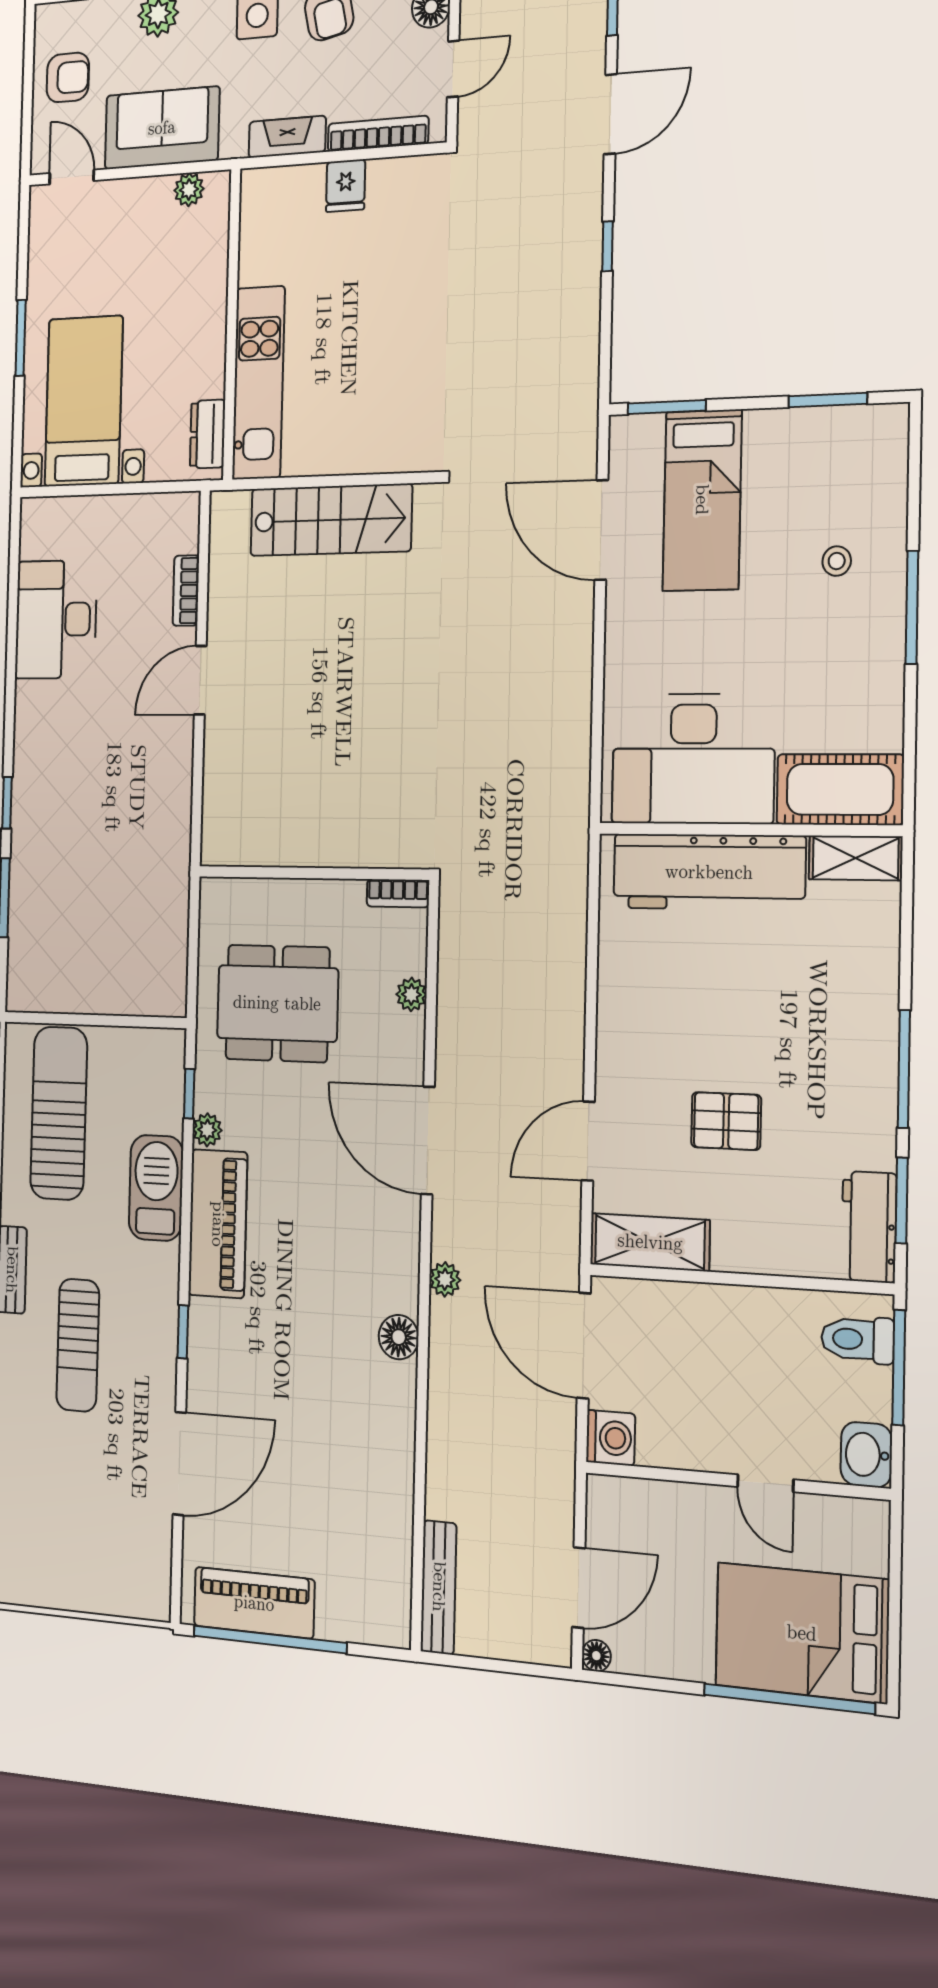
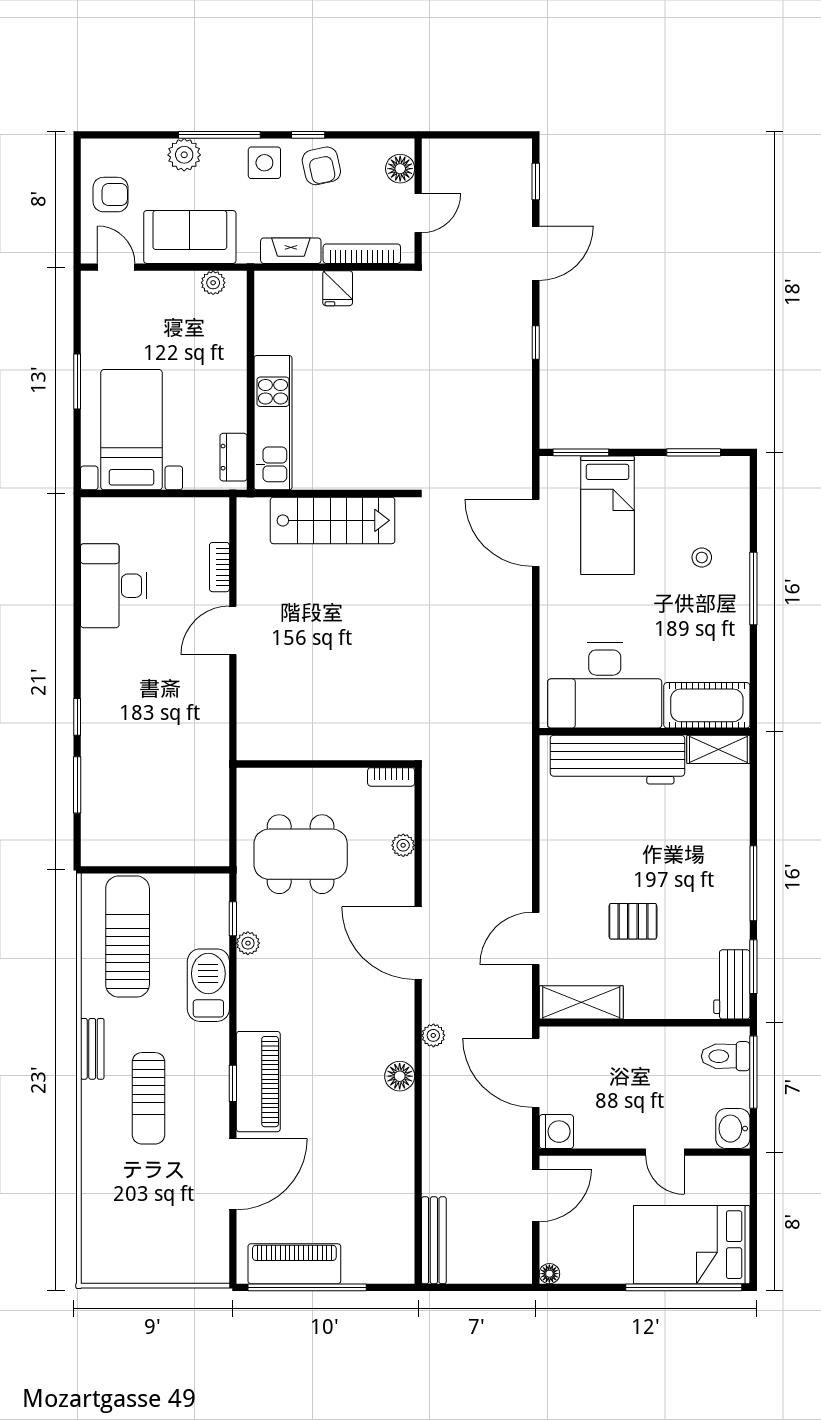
piano: (218, 1224) -> (258, 1082), moved
door: (579, 1588) -> (536, 1195), moved

